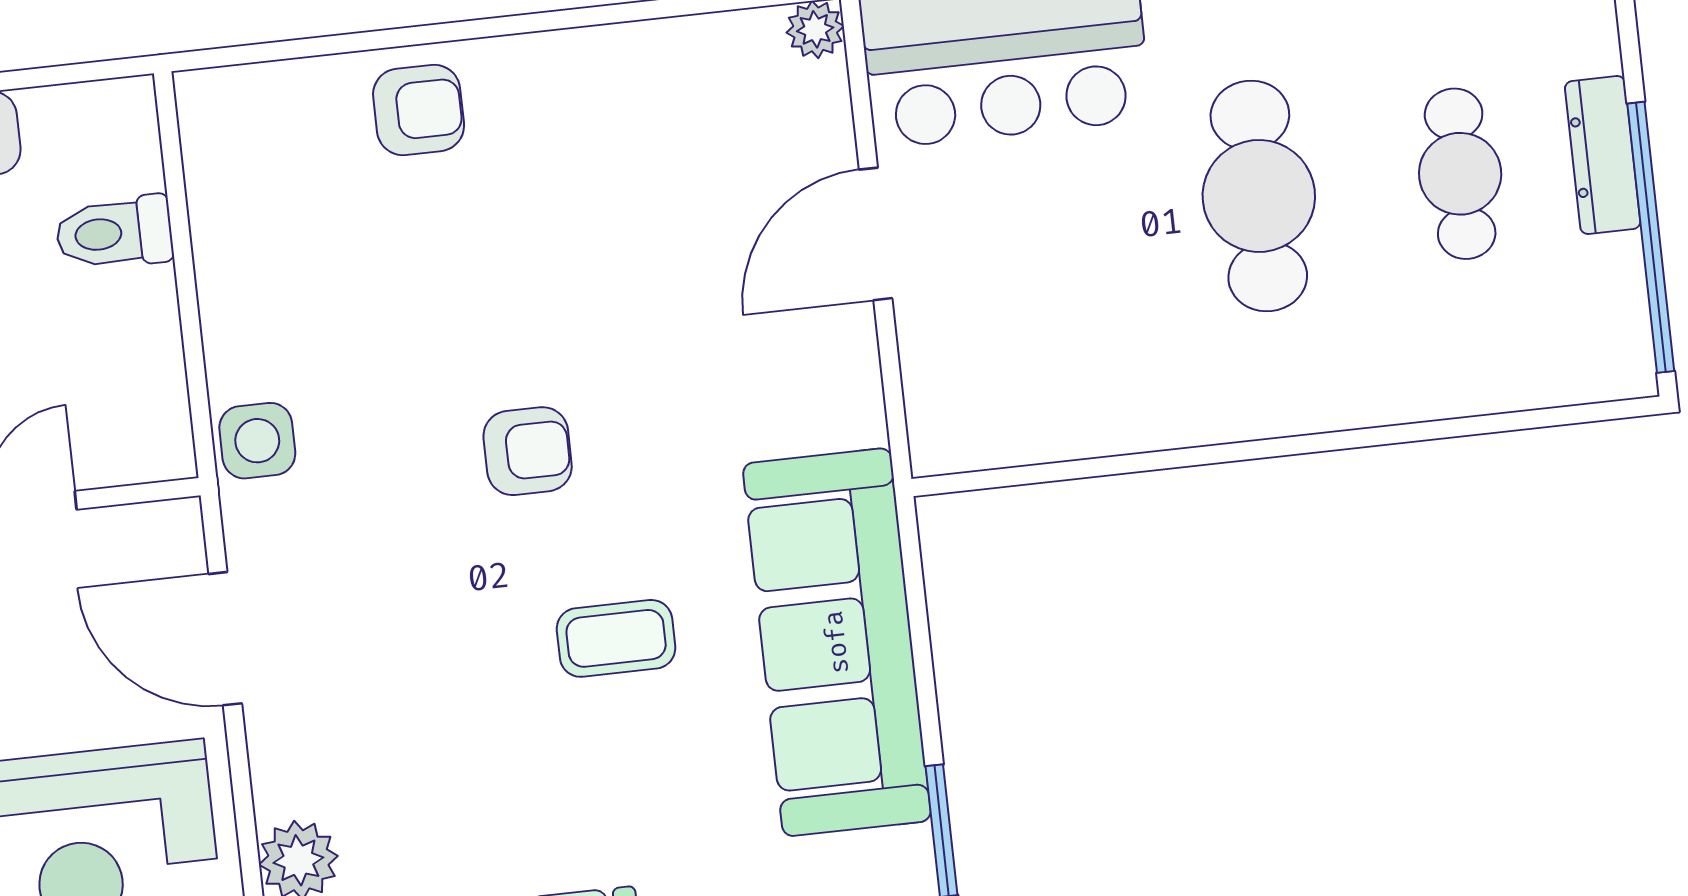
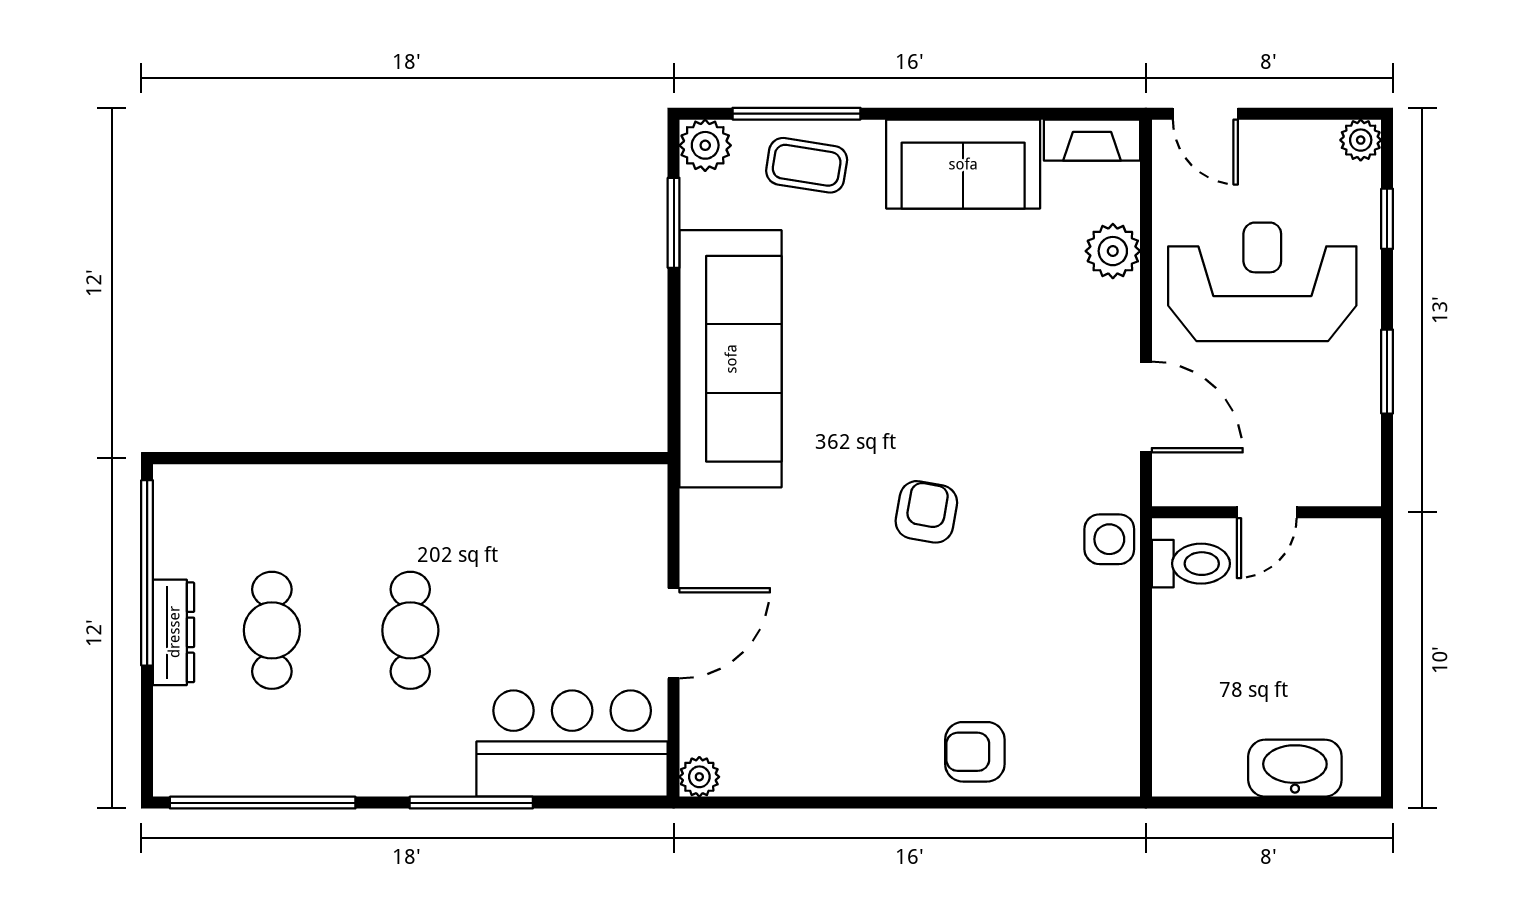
cafe table: (1259, 196) -> (410, 630), width x0.73, depth x0.74
toilet: (114, 233) -> (1191, 564), moved
armchair: (528, 451) -> (926, 512), turned 100
coffee table: (616, 638) -> (880, 378), removed

